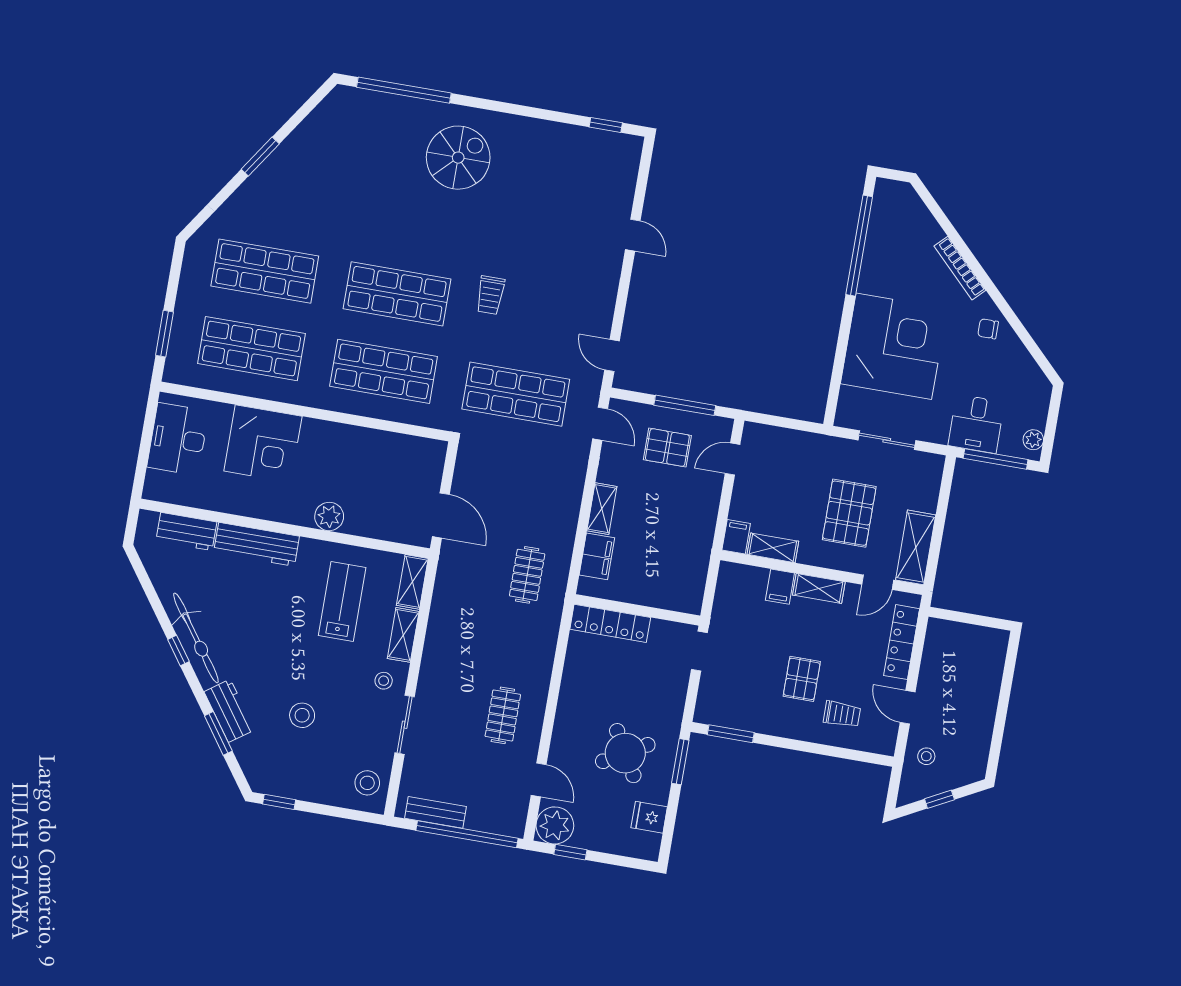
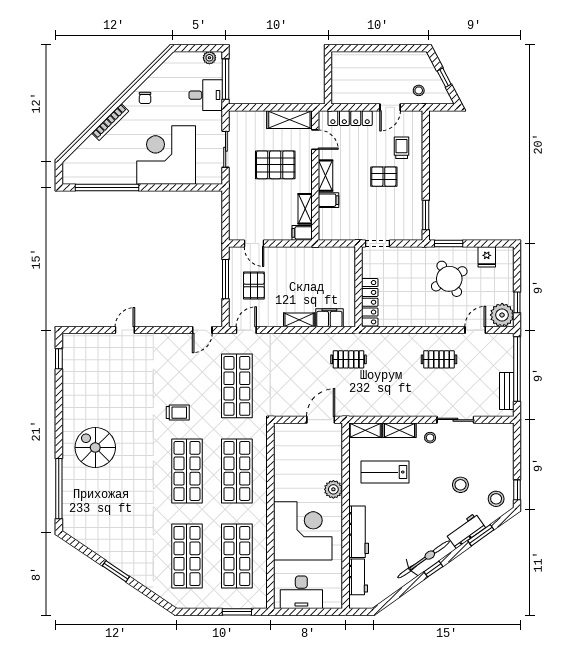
corner desk: (263, 444) -> (303, 531), width x1.36, depth x1.36
stool: (367, 783) -> (496, 499), moved

